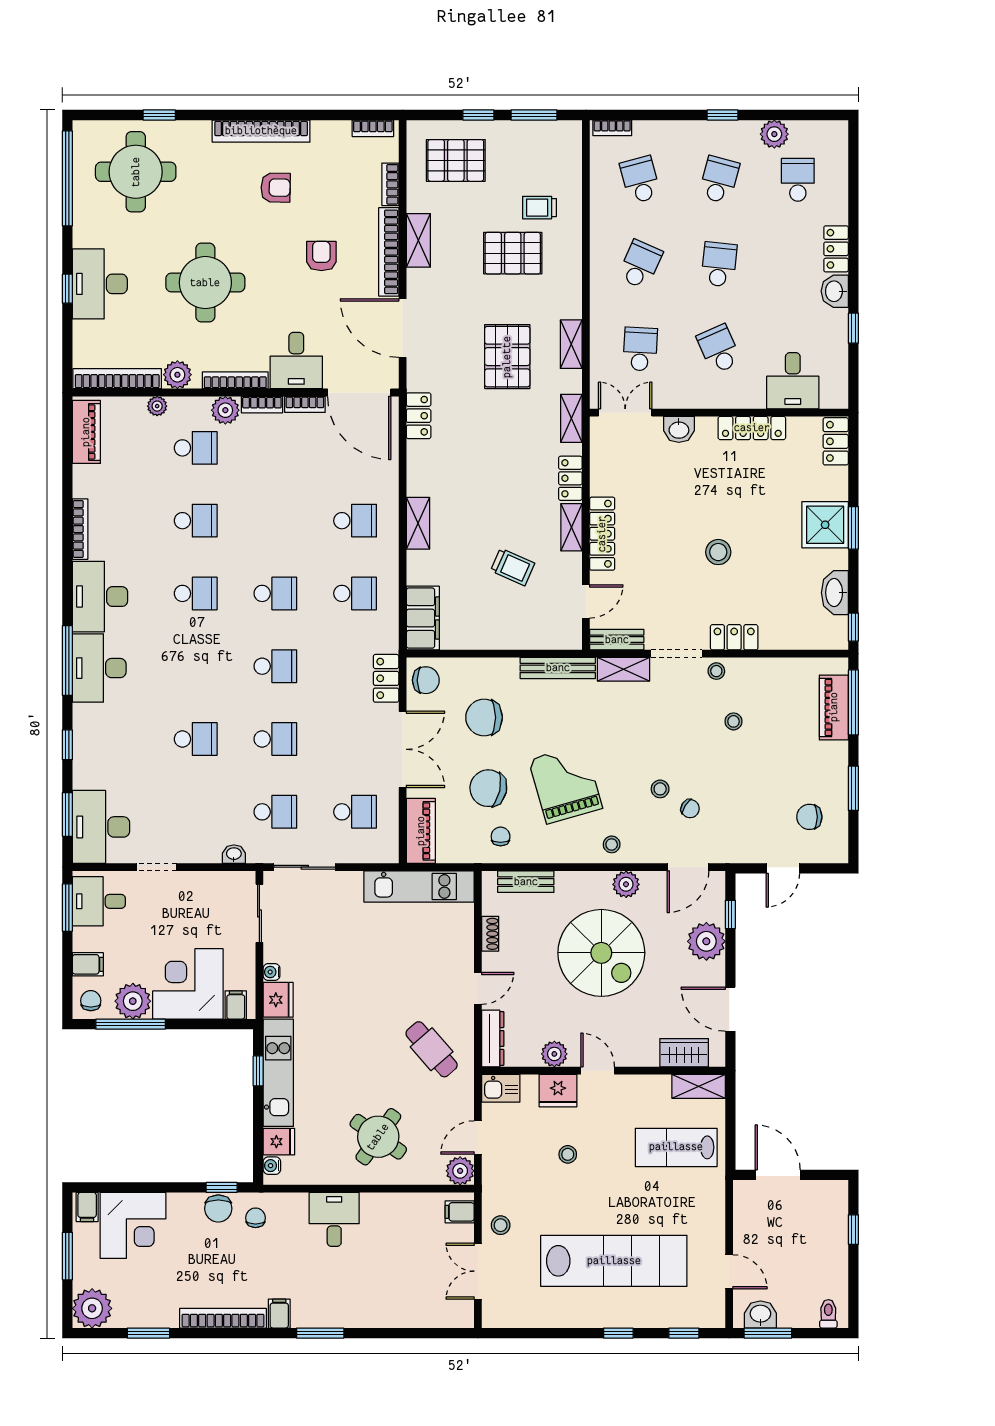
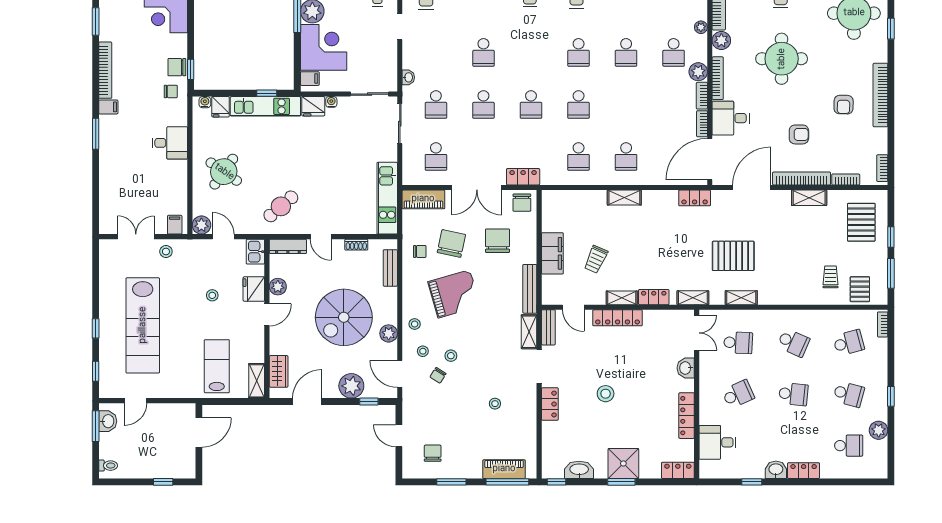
pallet: (513, 253) -> (860, 289), moved, width x0.67, depth x0.71
filing cabinet: (423, 618) -> (552, 253), moved, turned -90
stool: (716, 671) -> (423, 351), moved

